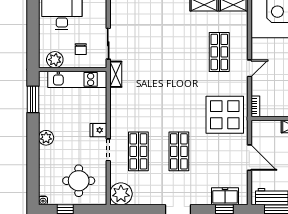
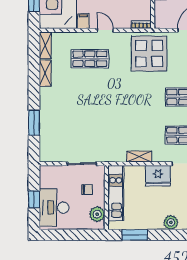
filing cabinet: (259, 45) -> (83, 21), added
shelving: (116, 74) -> (139, 157), moved
fridge: (98, 130) -> (158, 176), width x1.88, depth x1.34

